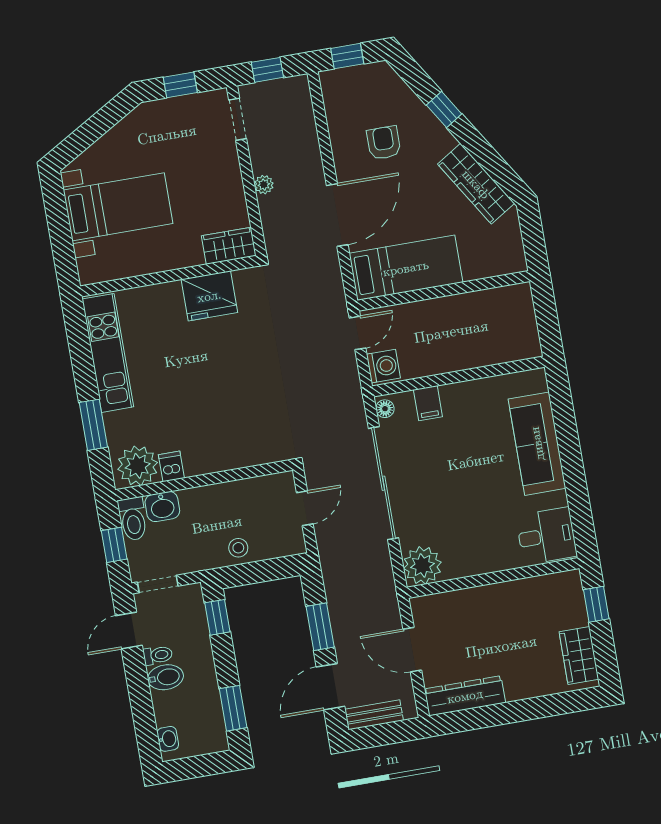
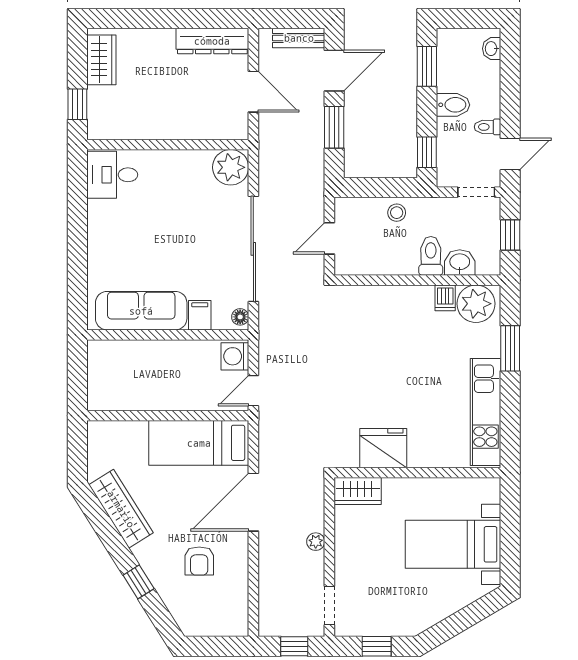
window: (347, 56) -> (219, 646), removed
sofa: (537, 444) -> (141, 311), moved, turned -90
toilet: (133, 519) -> (431, 256), moved
bidet: (166, 677) -> (453, 105), moved, turned 180

